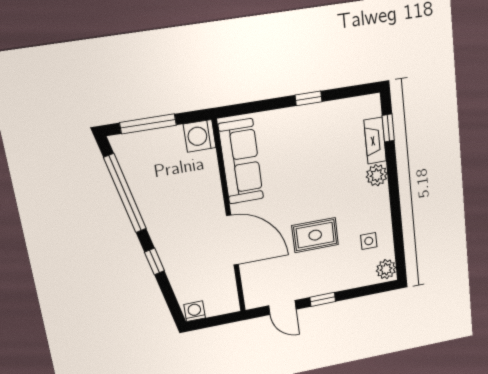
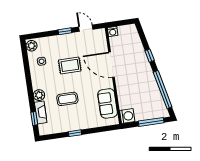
sofa: (241, 161) -> (108, 103), width x0.73
coffee table: (322, 169) -> (67, 99), added
washing machine: (195, 311) -> (113, 32), moved

